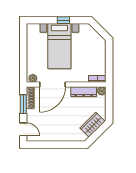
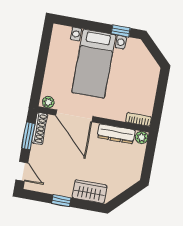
window: (63, 20) -> (121, 31), moved
door: (52, 84) -> (74, 116), hinge flipped
wardrobe: (92, 125) -> (89, 192), moved, turned 45
window: (54, 145) -> (61, 201), added

